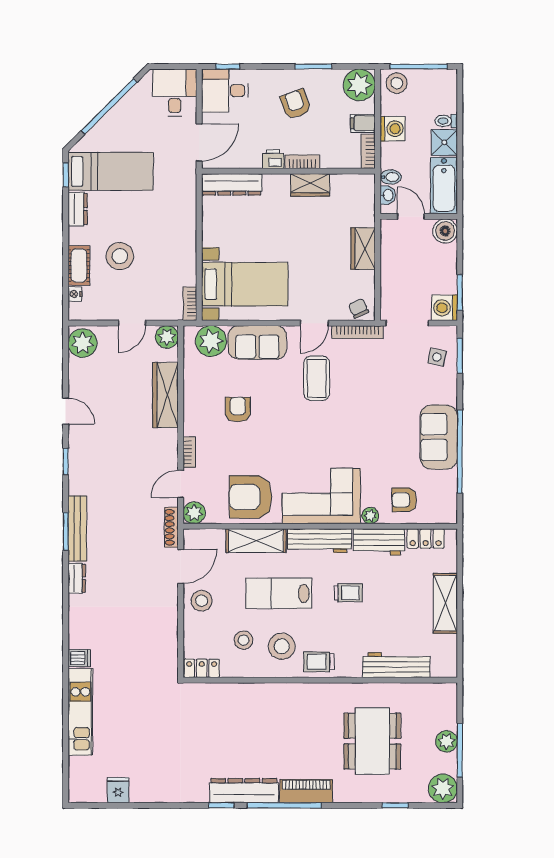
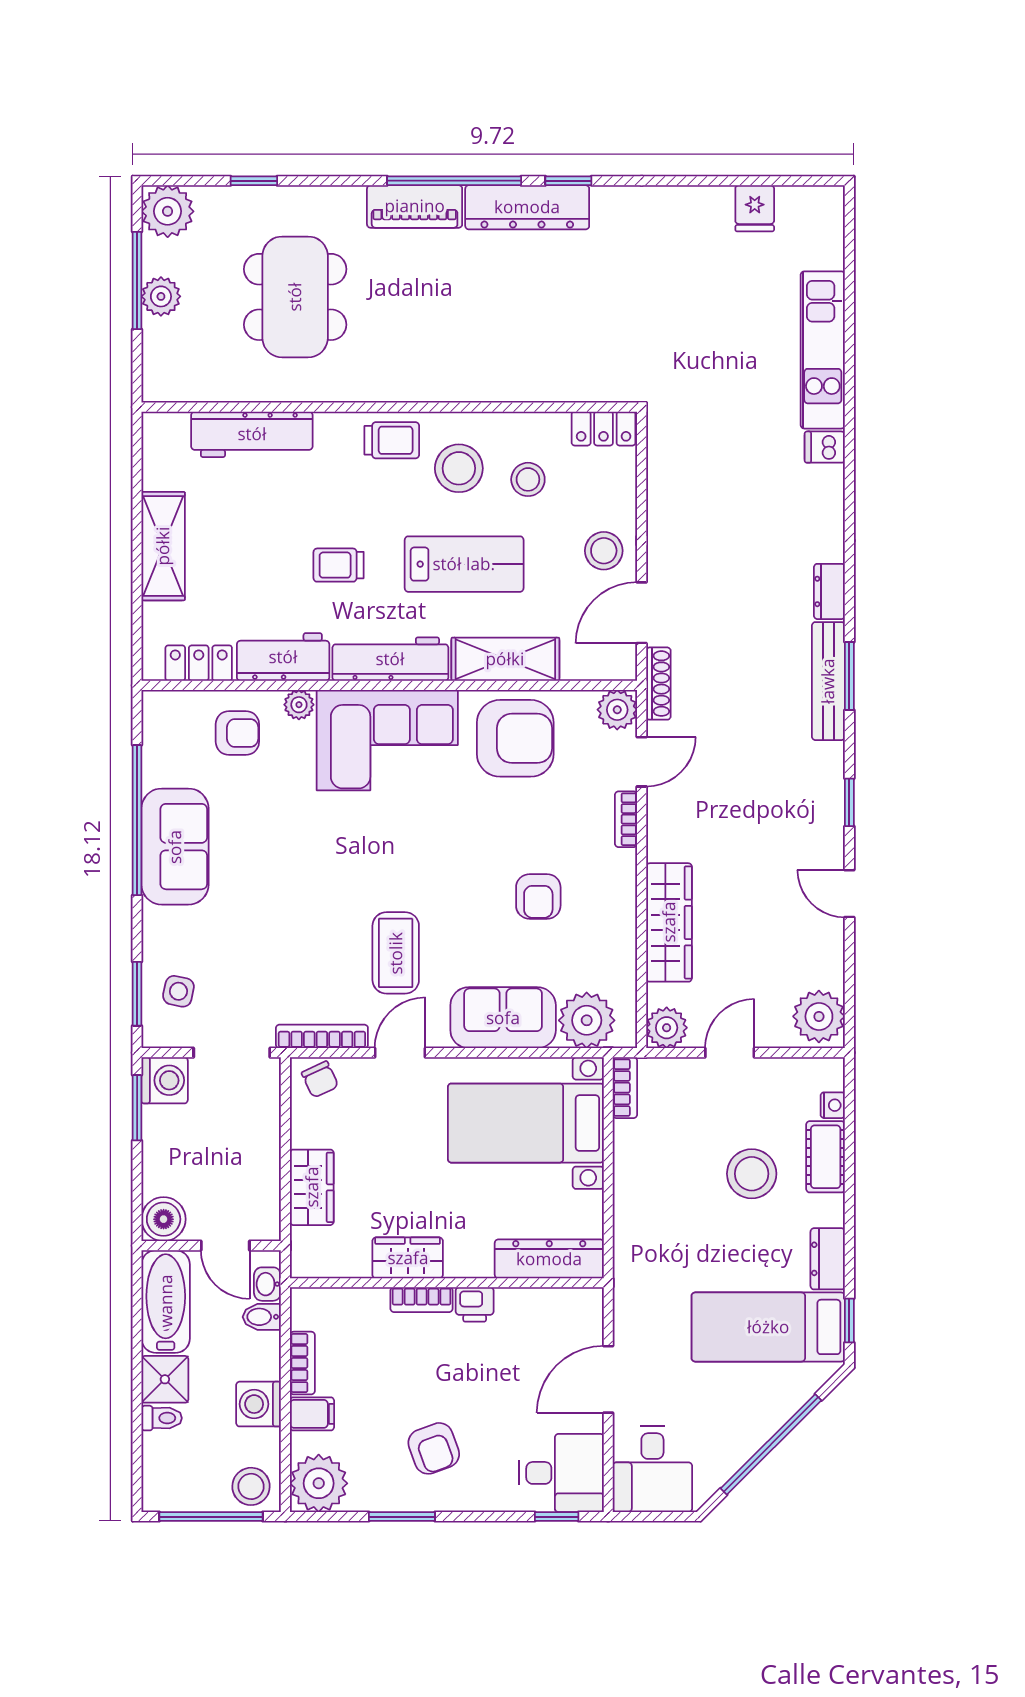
printer: (273, 159) -> (475, 1304), moved
bookcase: (302, 162) -> (422, 1300), moved
wall: (288, 171) -> (447, 1283), moved
dresser: (232, 184) -> (549, 1259), moved
wardrobe: (310, 185) -> (408, 1258), moved

